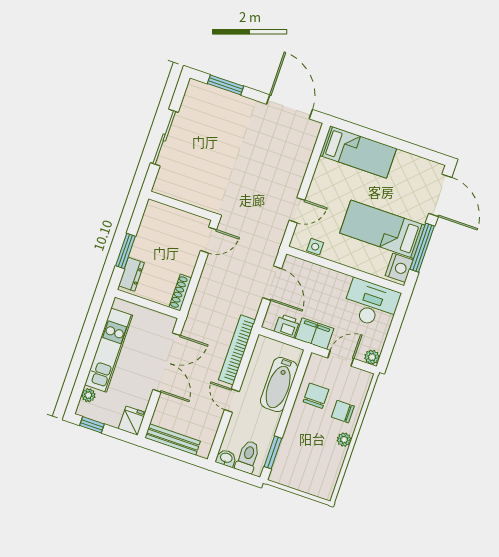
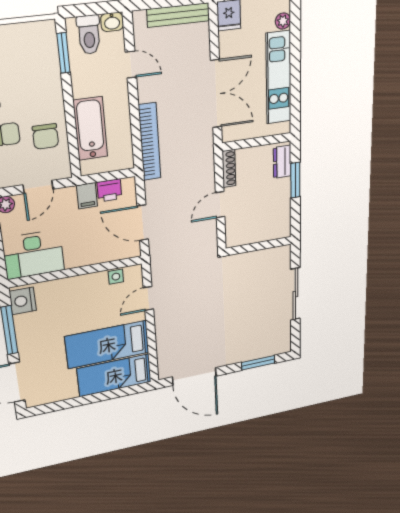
bed: (382, 229) -> (107, 344), moved, turned 180
door: (209, 240) -> (220, 205), moved
filing cabinet: (314, 334) -> (87, 196), width x0.50
double door: (167, 362) -> (216, 94), swing flipped
door: (232, 401) -> (131, 64), moved

